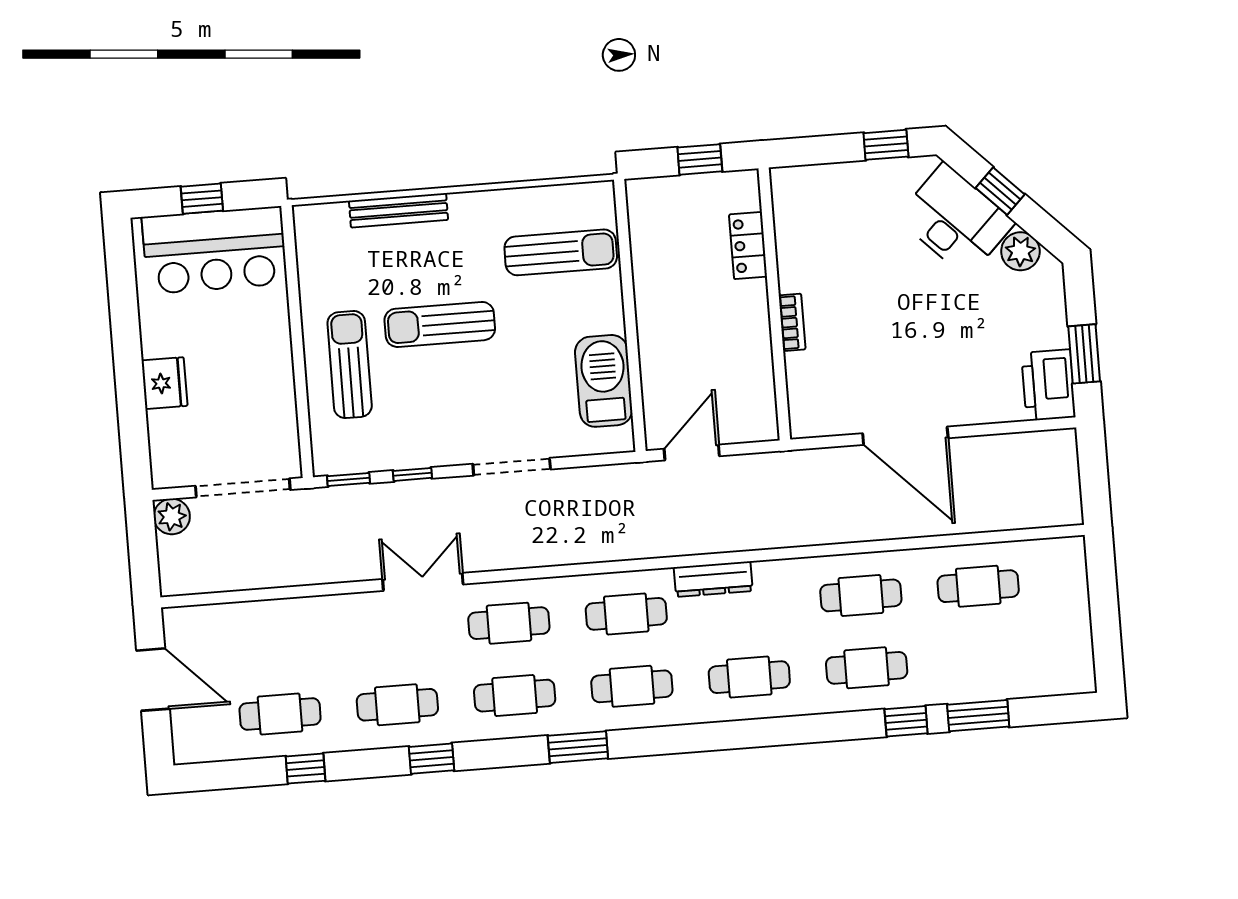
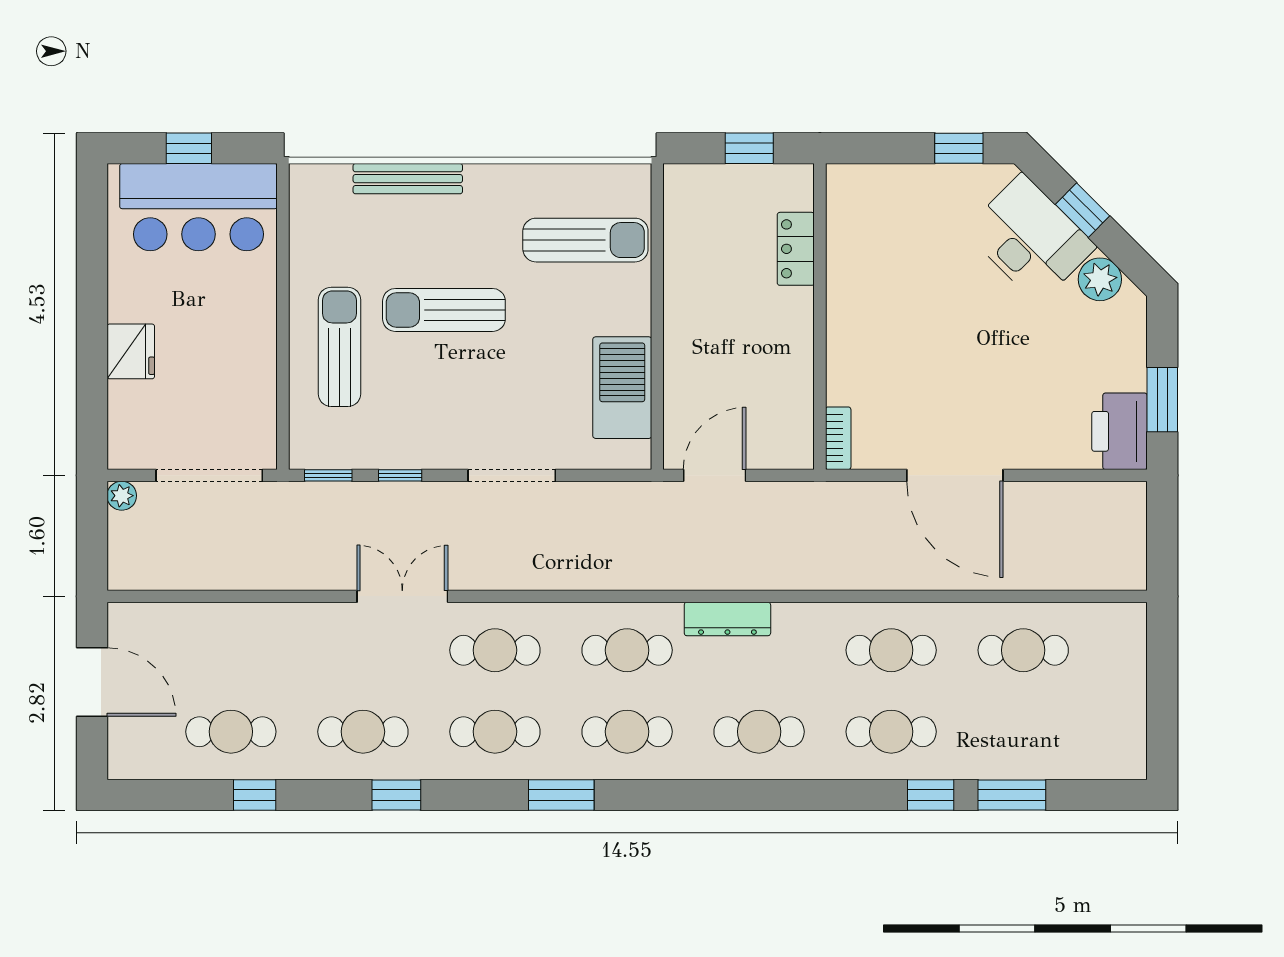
bookcase: (792, 322) -> (838, 438), moved
plant: (172, 517) -> (122, 496), width x0.73, depth x0.73

